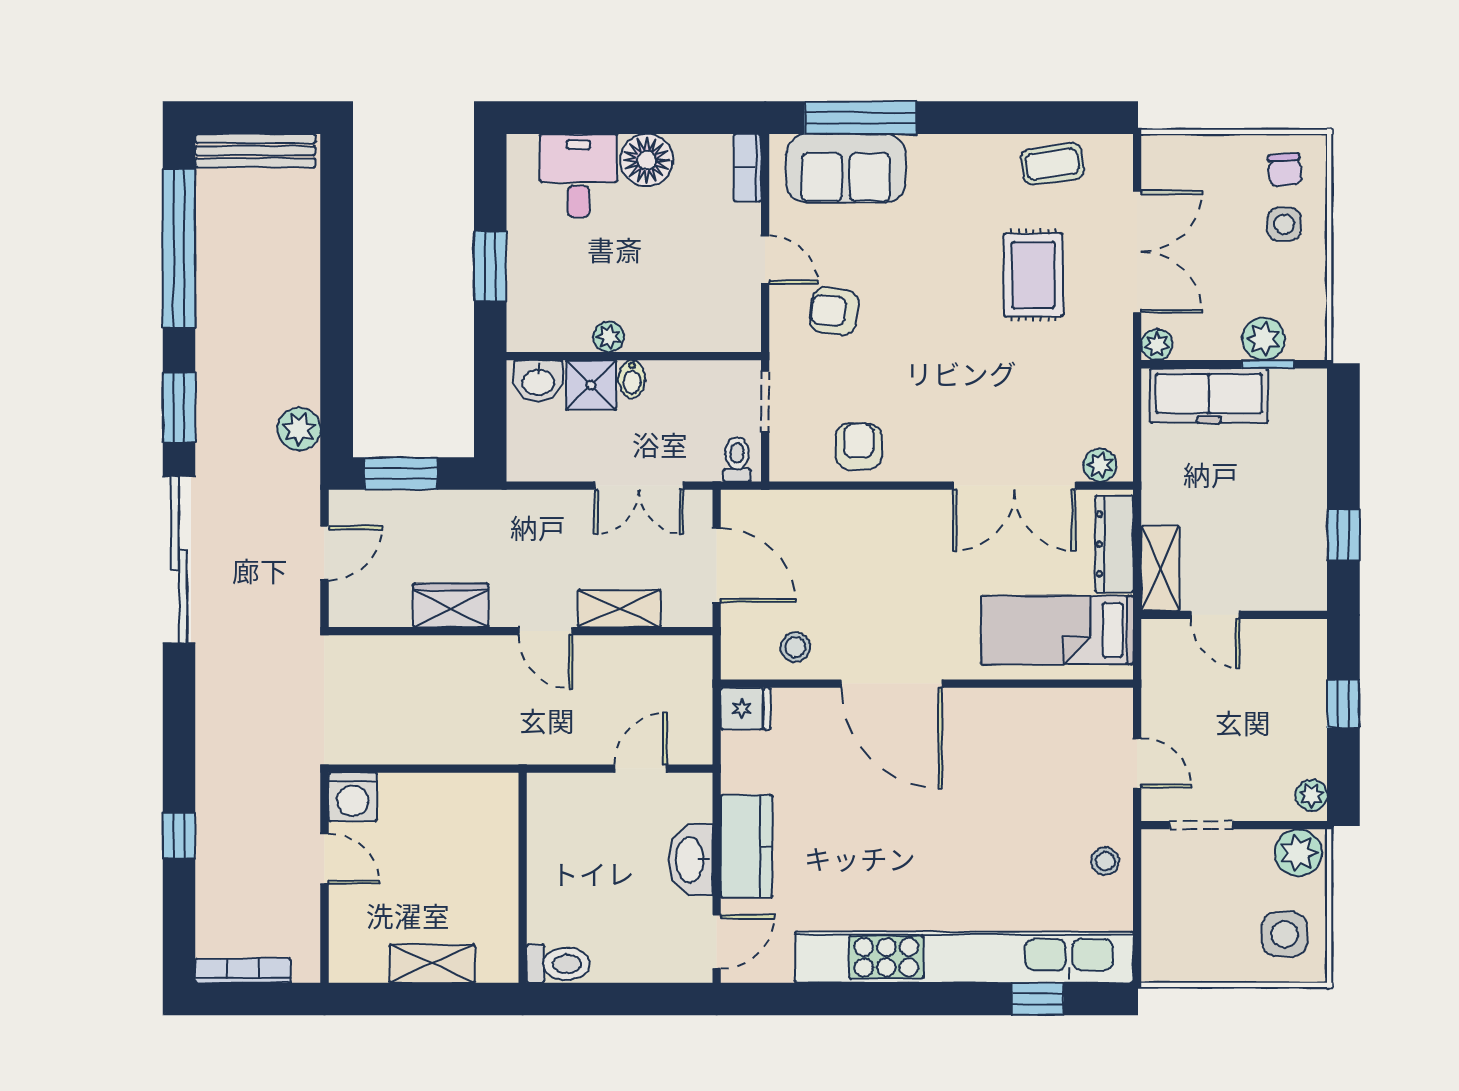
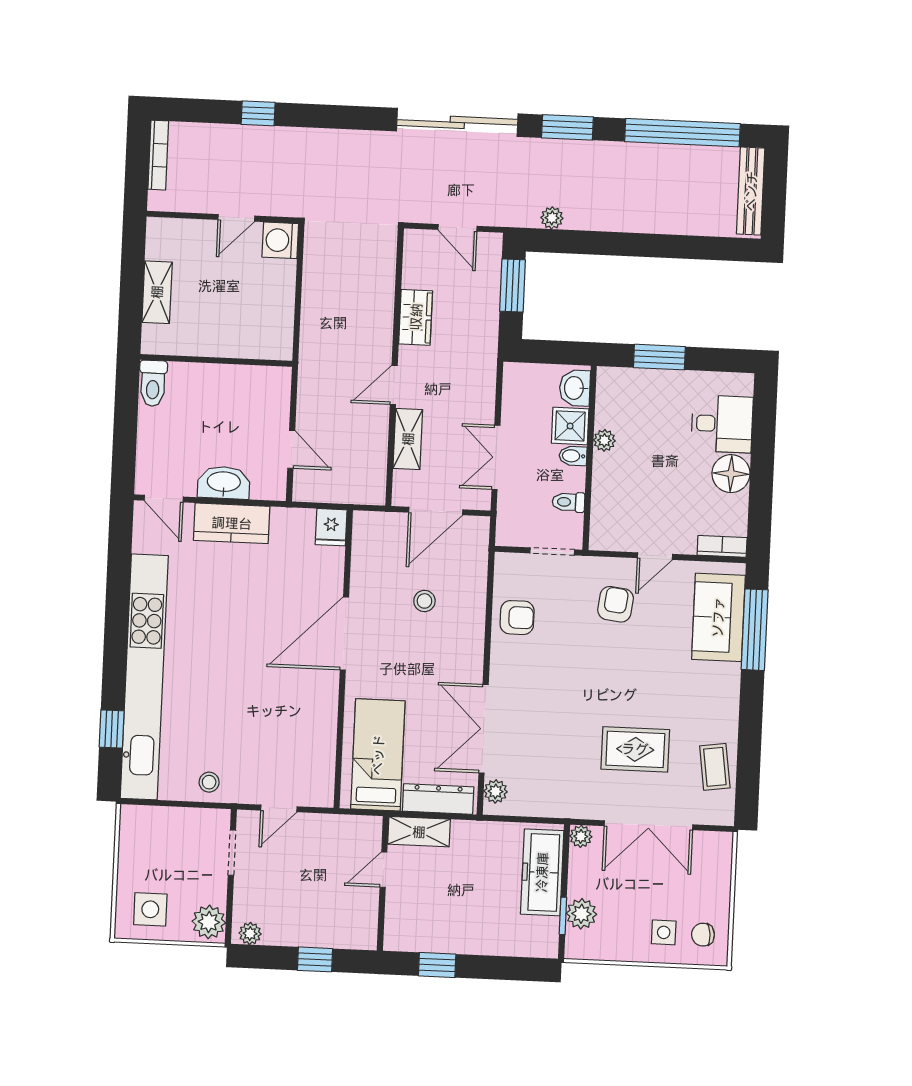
plant: (299, 429) -> (552, 218), width x0.73, depth x0.73
toilet: (737, 459) -> (568, 502), moved, turned 180
stool: (795, 647) -> (424, 601), moved

